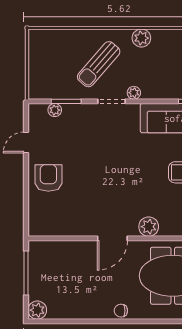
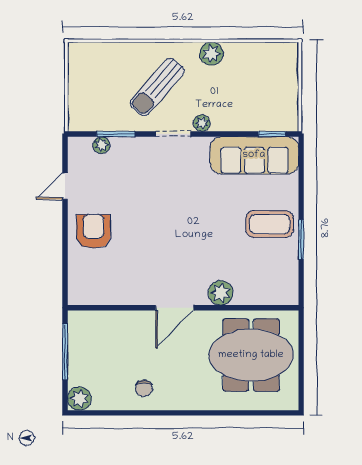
chair: (121, 311) -> (144, 388), moved, turned -90

